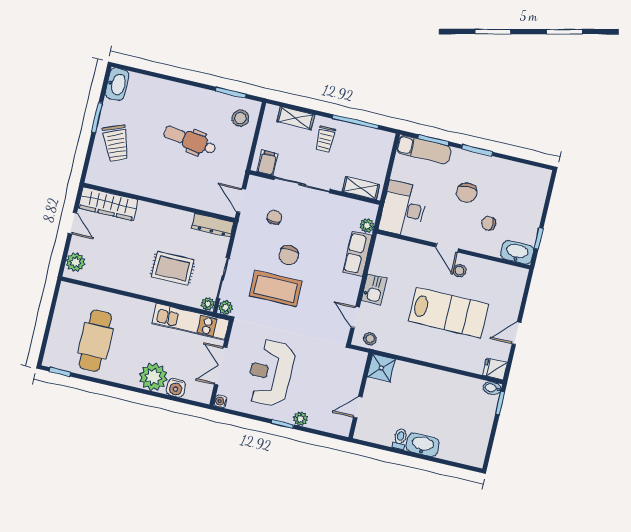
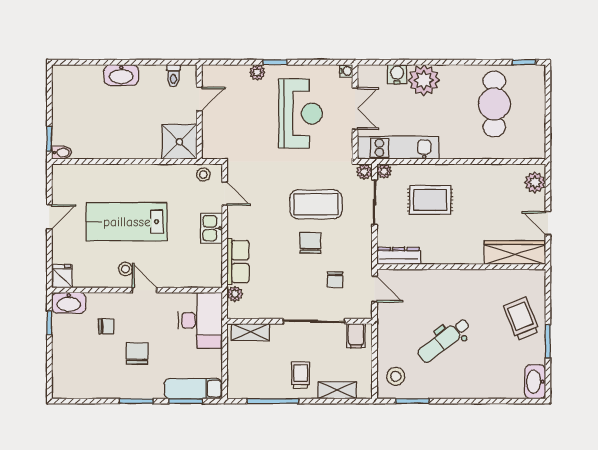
dental chair: (190, 140) -> (444, 340), turned 134
shower: (381, 368) -> (180, 142), width x1.36, depth x1.36
fridge: (495, 369) -> (63, 276), moved, turned -90
toilet: (400, 439) -> (173, 76), moved

